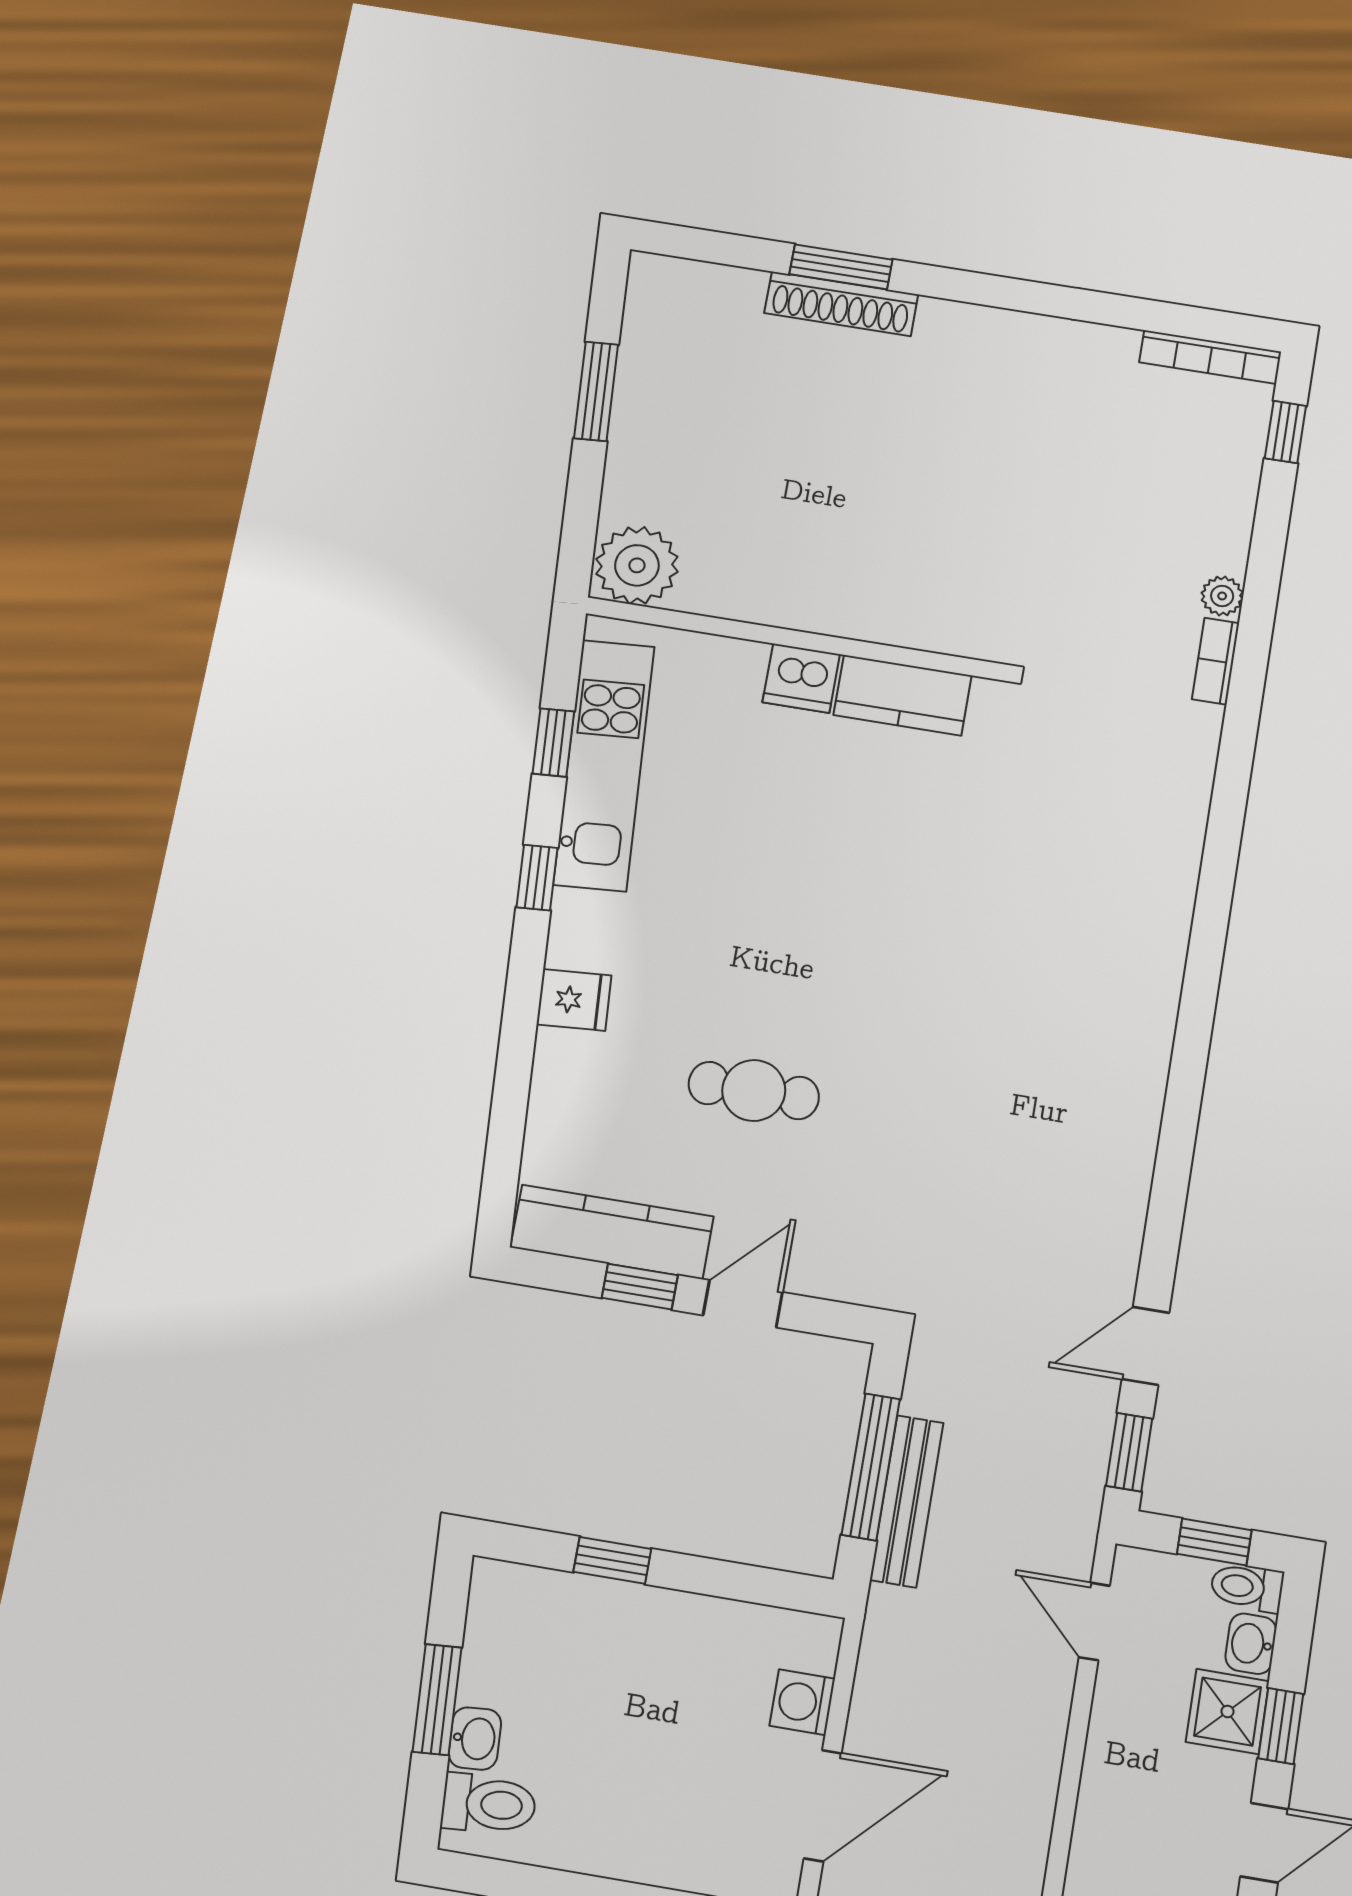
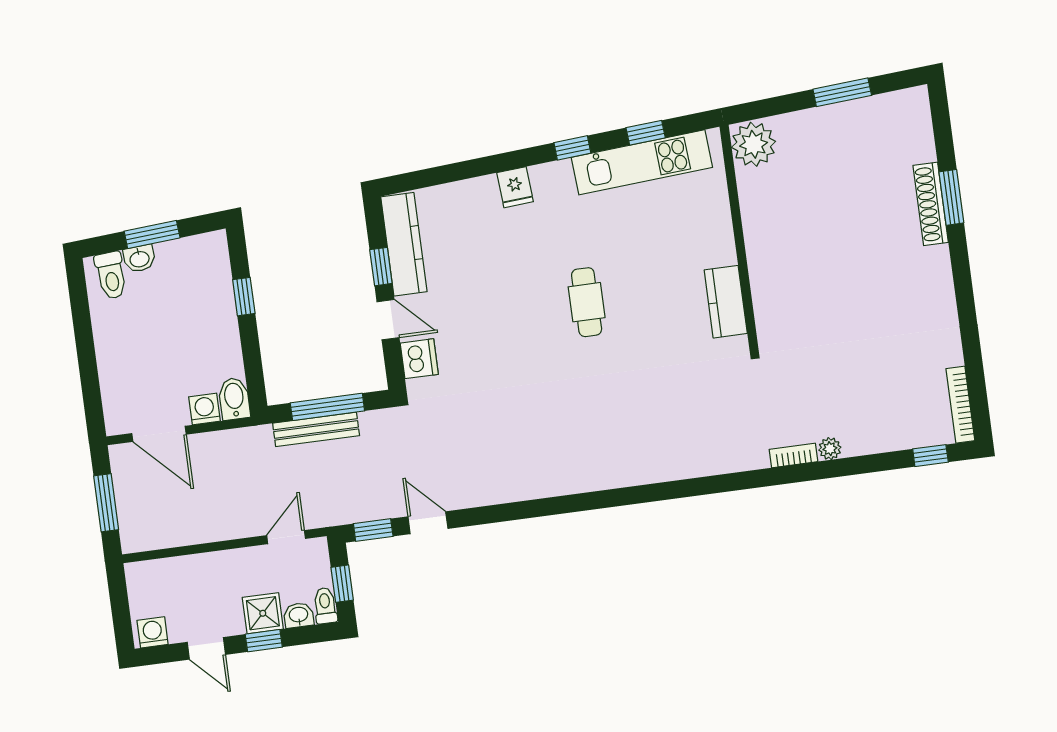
dishwasher: (801, 678) -> (419, 359), moved, turned 180
cafe table: (754, 1091) -> (587, 302), moved
bidet: (800, 1639) -> (234, 399), added

